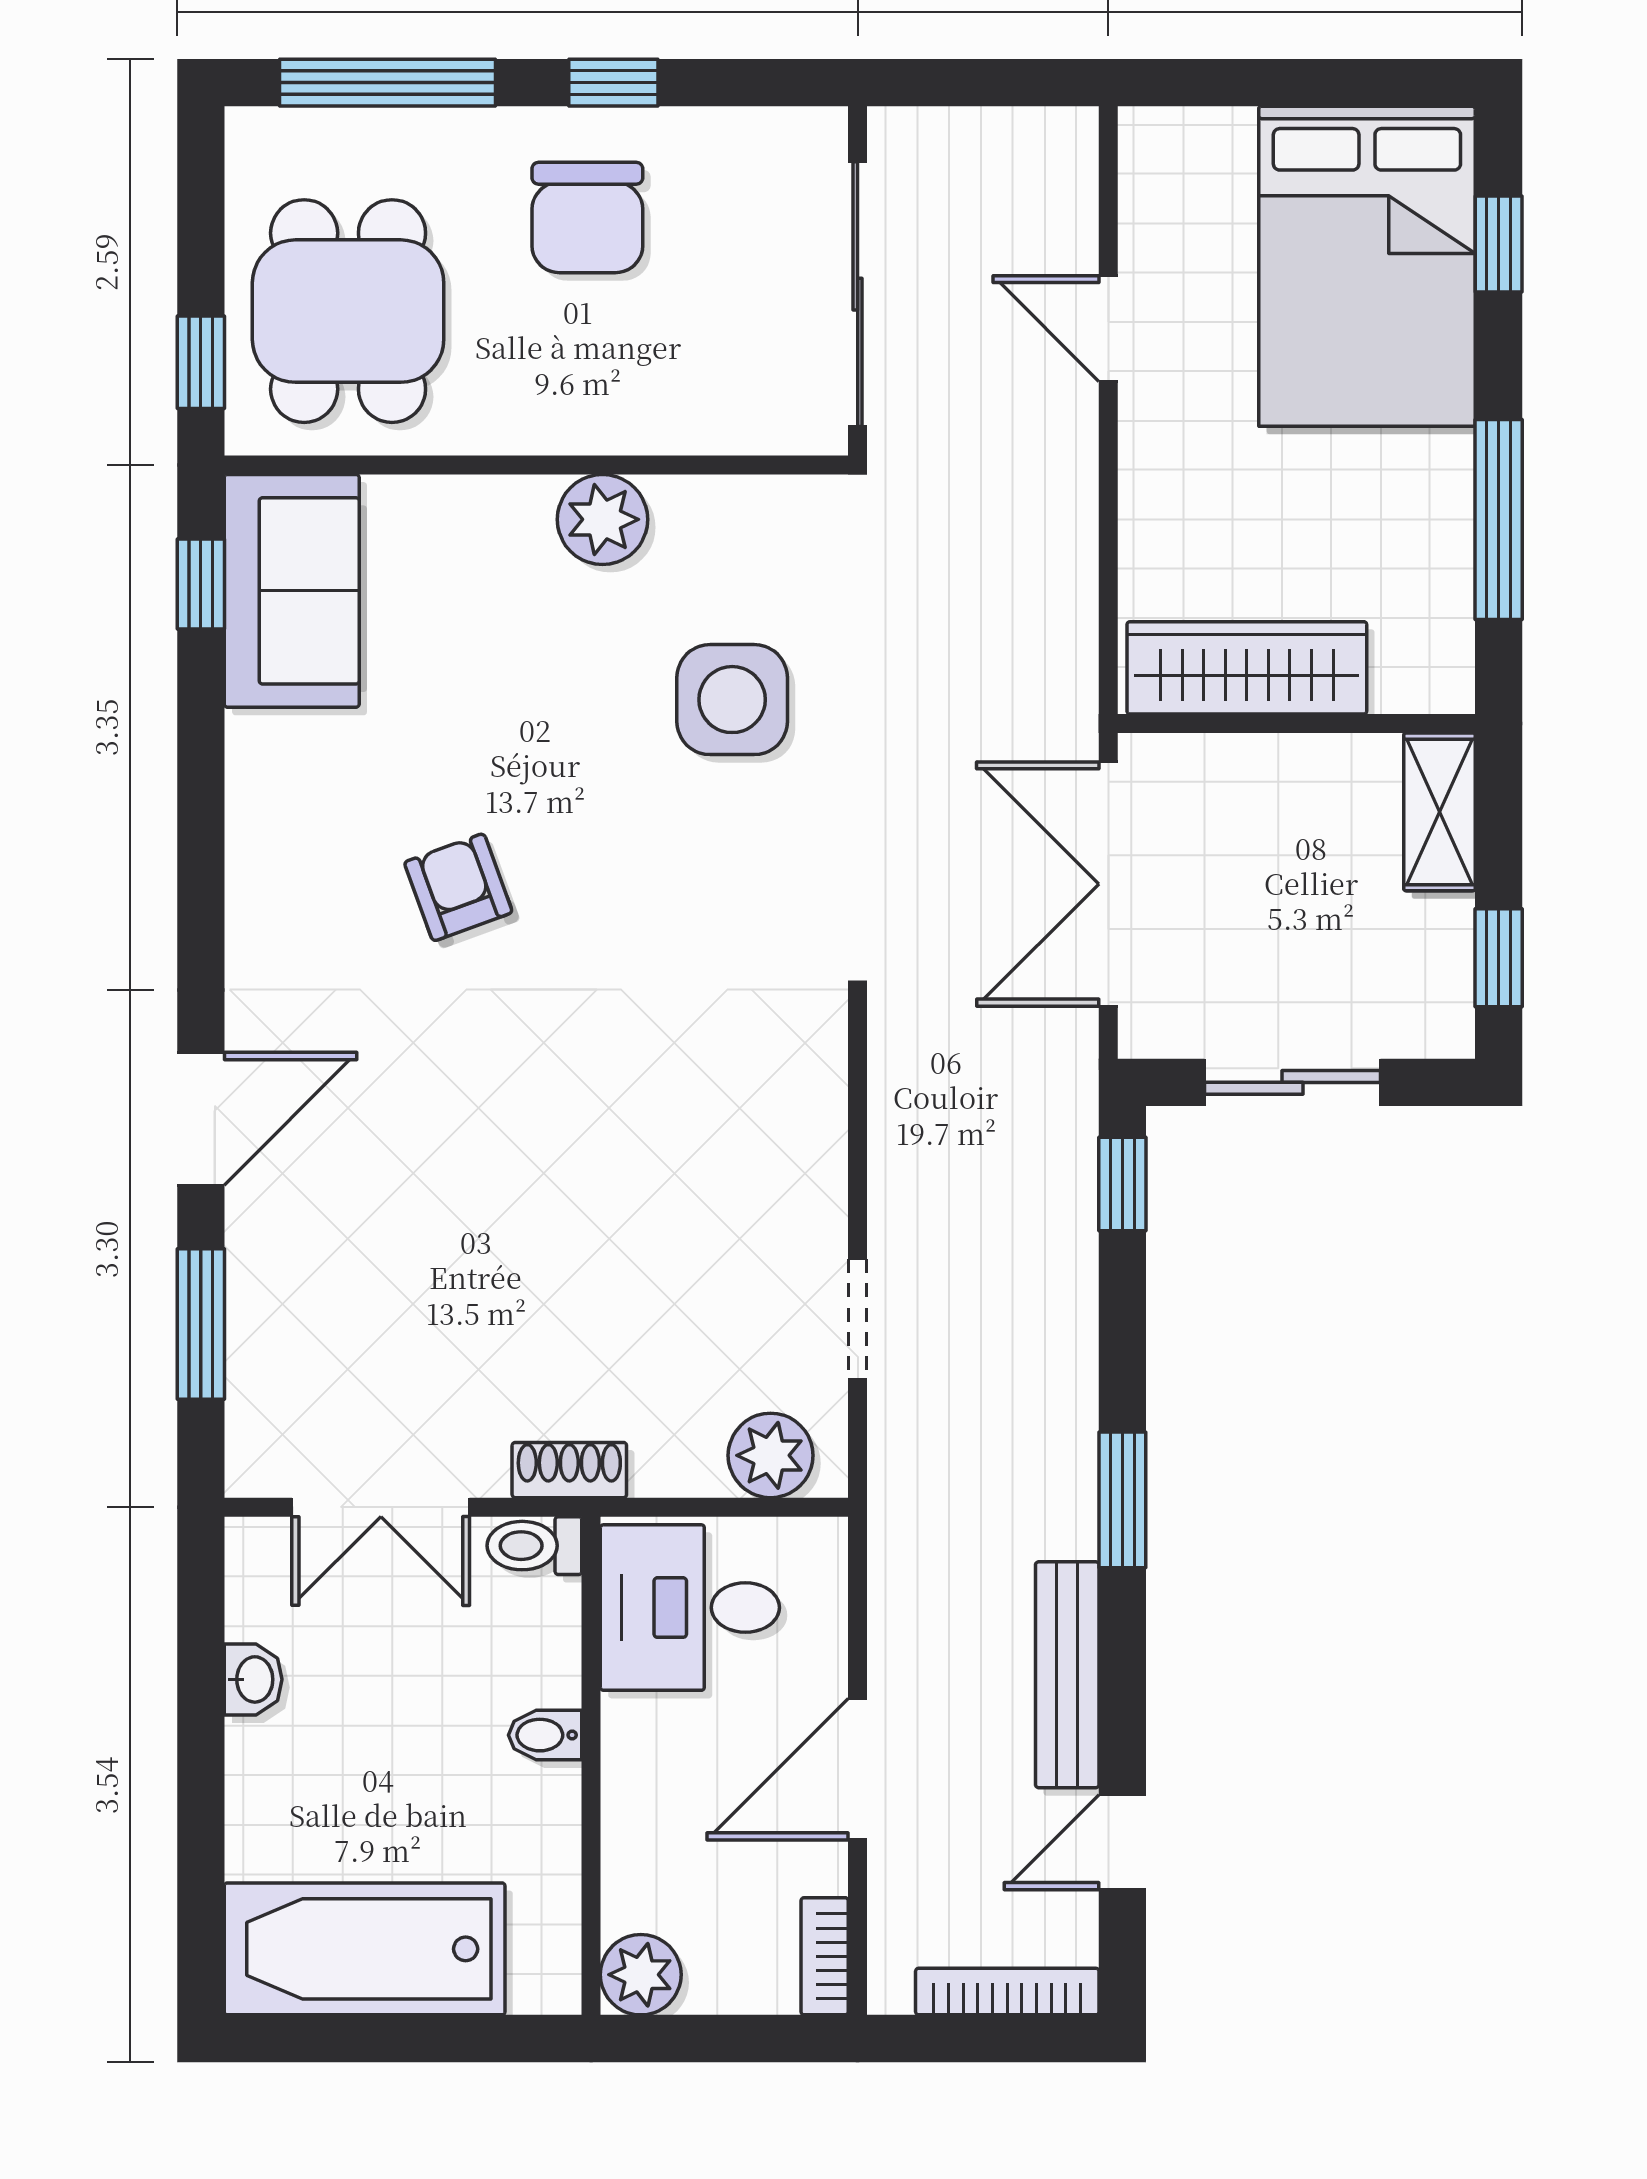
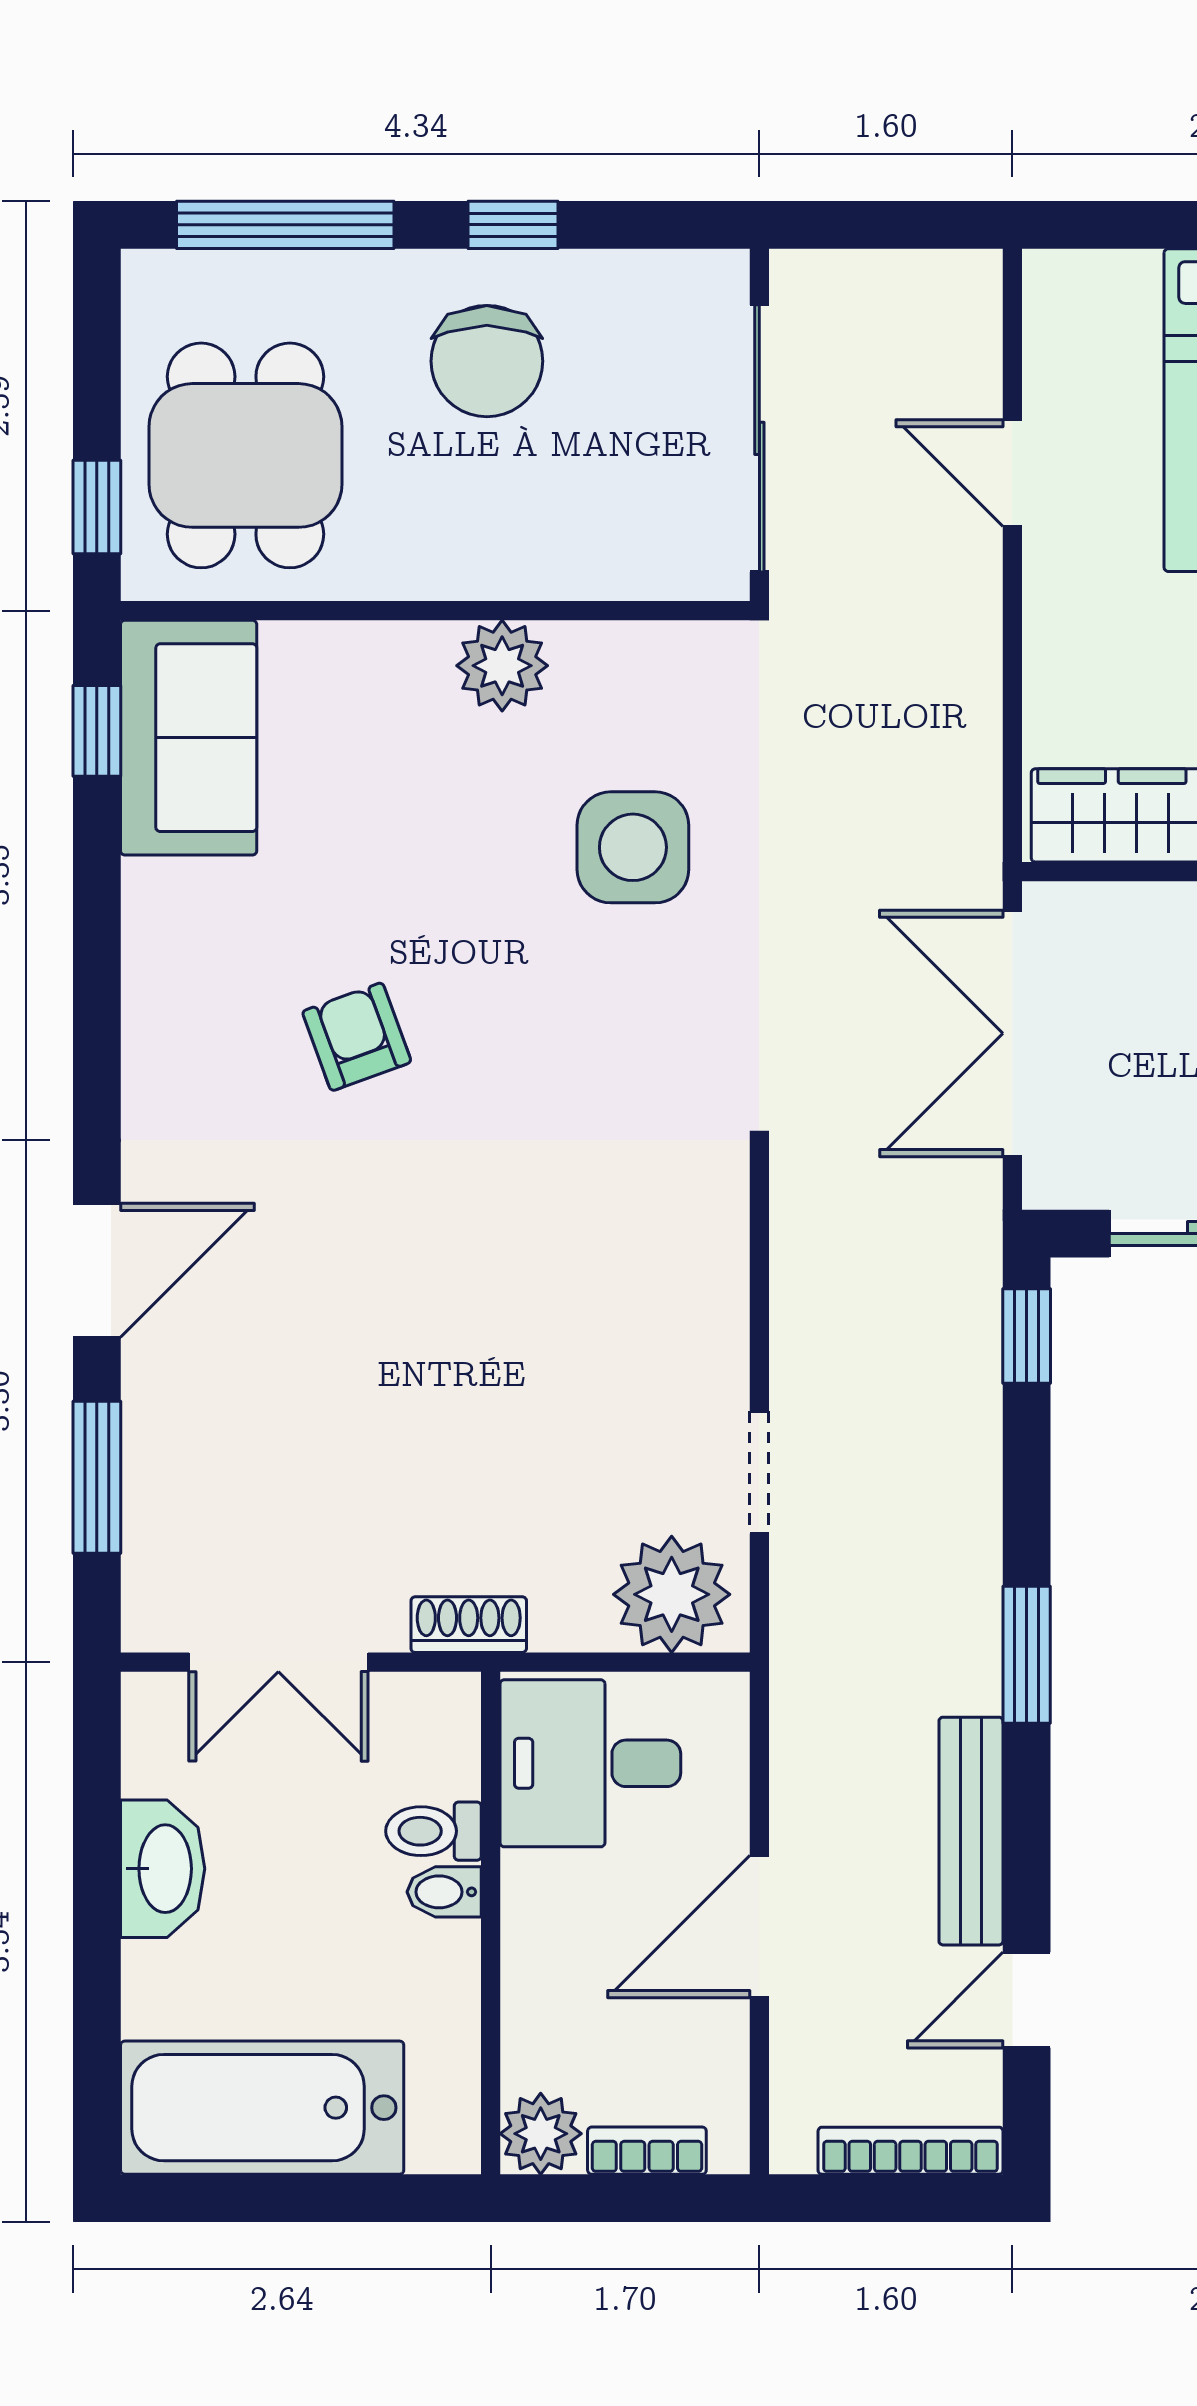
plant: (771, 1455) -> (672, 1594), width x1.36, depth x1.36
toilet: (534, 1546) -> (433, 1831), moved
washbasin: (253, 1679) -> (163, 1869), width x1.91, depth x1.45
bookcase: (825, 1956) -> (647, 2151), moved, turned 90

